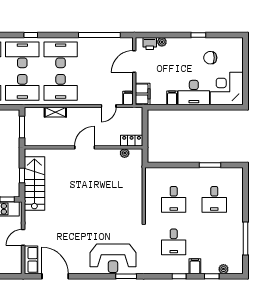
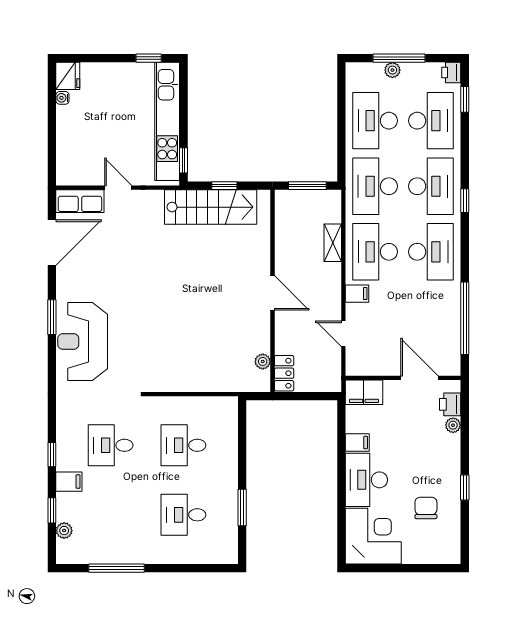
filing cabinet: (128, 98) -> (357, 294), moved
window: (126, 276) -> (52, 317), moved

